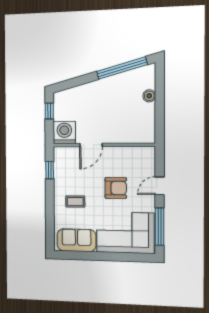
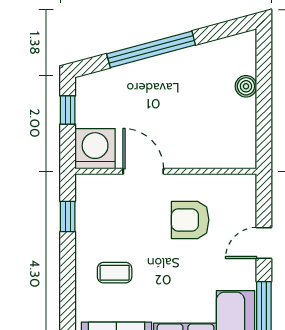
window: (122, 68) -> (151, 49), moved
door: (91, 145) -> (143, 171), swing flipped
armchair: (116, 188) -> (190, 220), moved, turned 180

